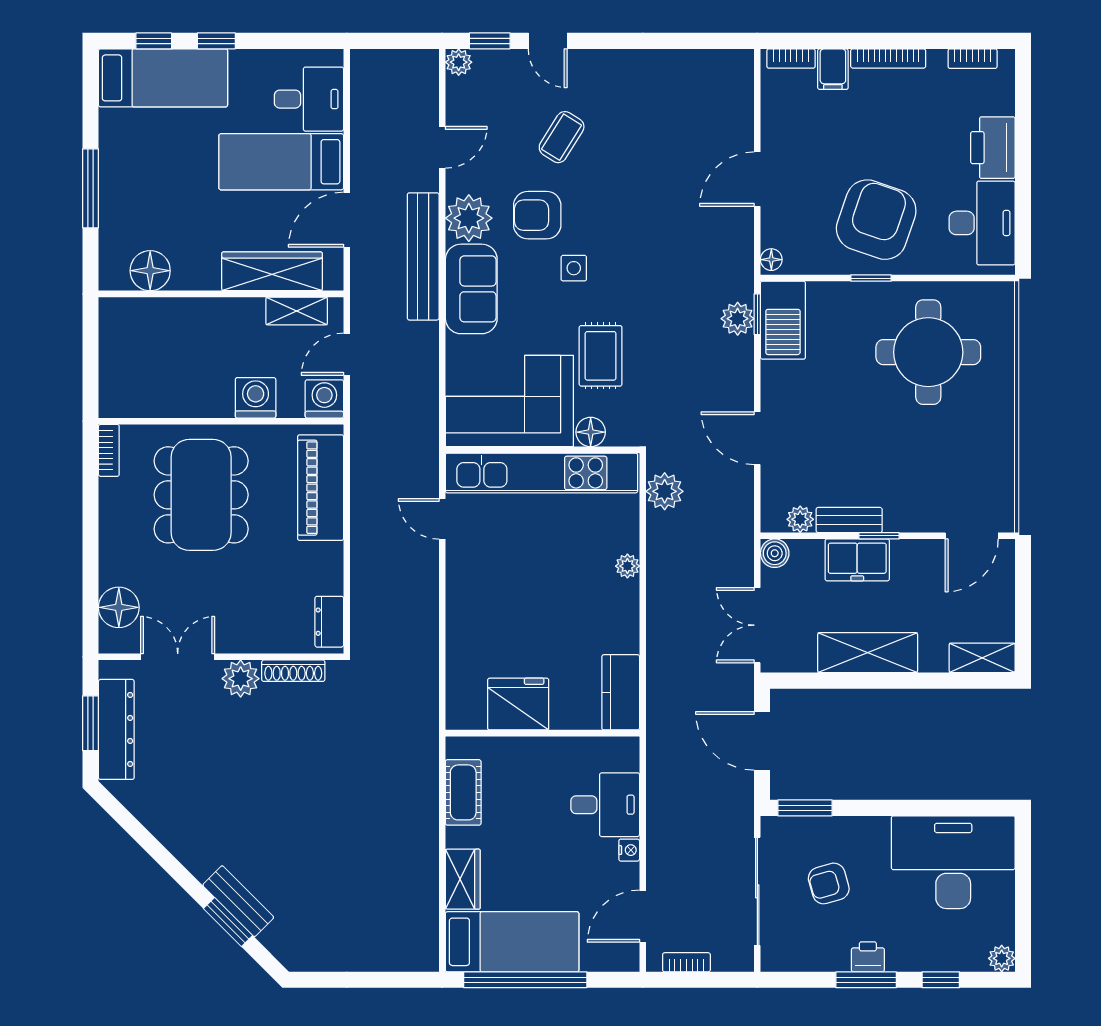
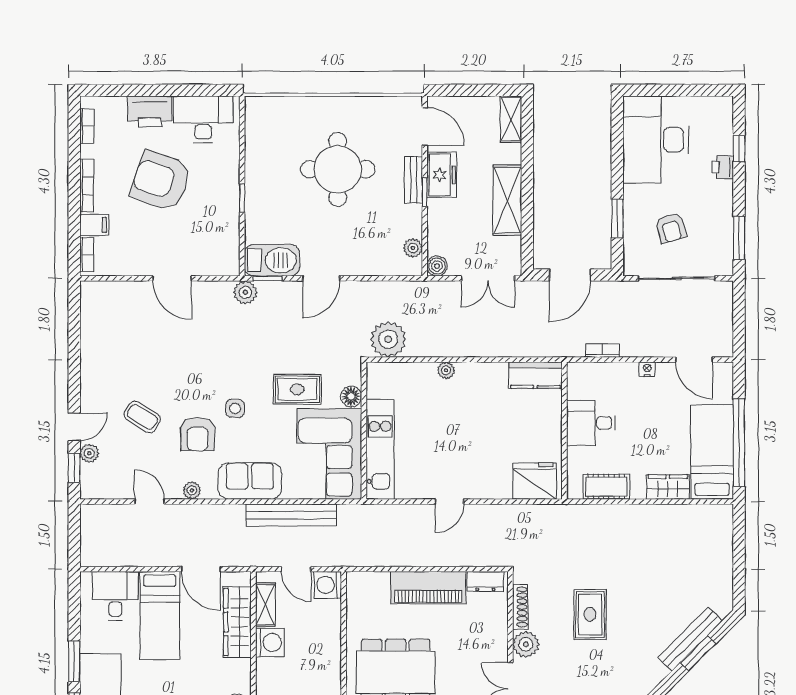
window: (216, 41) -> (74, 661), width x1.50
plant: (459, 62) -> (89, 453), moved
plant: (469, 218) -> (192, 490), width x0.53, depth x0.53
armchair: (876, 220) -> (161, 181), moved
bench: (423, 256) -> (291, 515), moved
floor lamp: (771, 260) -> (229, 268), removed
plant: (738, 319) -> (245, 292), moved
round table: (928, 352) -> (338, 169), moved
washing machine: (256, 398) -> (270, 643), moved, turned 180
door: (757, 438) -> (321, 278), moved
kitchen unit: (542, 473) -> (380, 449), width x0.73
piano: (321, 488) -> (428, 588), moved
plant: (665, 491) -> (388, 339), width x1.36, depth x1.36
door: (442, 519) -> (449, 502), moved
bench: (849, 520) -> (413, 180), moved
freezer: (857, 560) -> (442, 175), moved
fridge: (518, 704) -> (535, 481), moved, turned 90
rug: (283, 769) -> (590, 614), added
desk: (605, 805) -> (591, 423), moved, turned -90
window: (805, 808) -> (617, 218), moved
bench: (238, 901) -> (690, 639), width x1.36
printer: (868, 957) -> (723, 167), moved
plant: (1002, 958) -> (724, 105), removed
bookcase: (686, 962) -> (602, 351), moved, turned 90
window: (866, 980) -> (739, 238), moved

